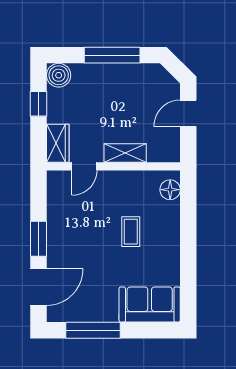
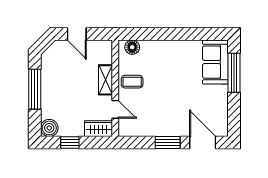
coffee table: (131, 232) -> (132, 82), moved
window: (93, 330) -> (234, 73), moved

